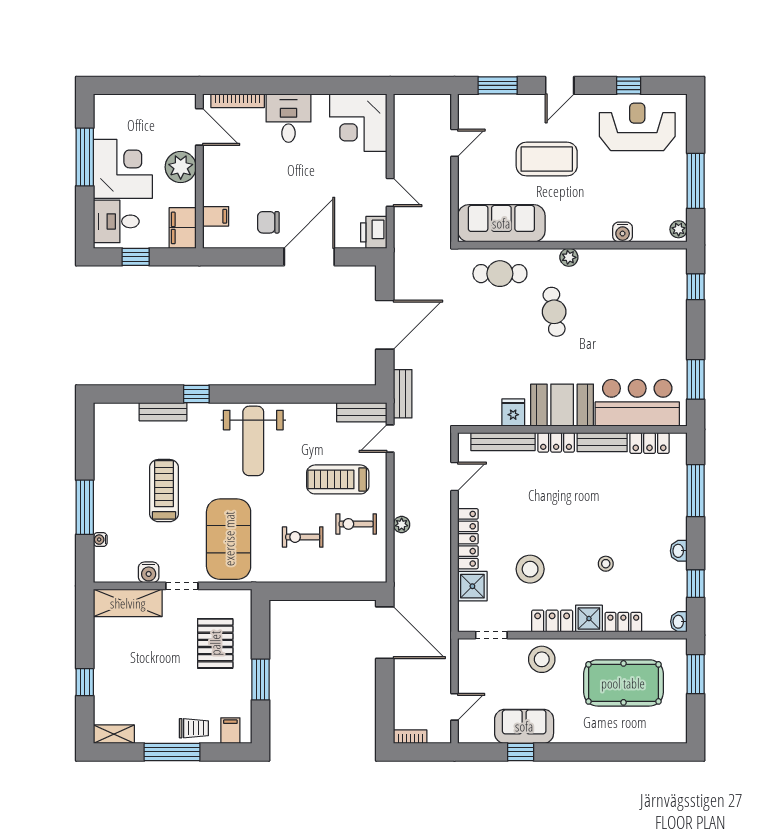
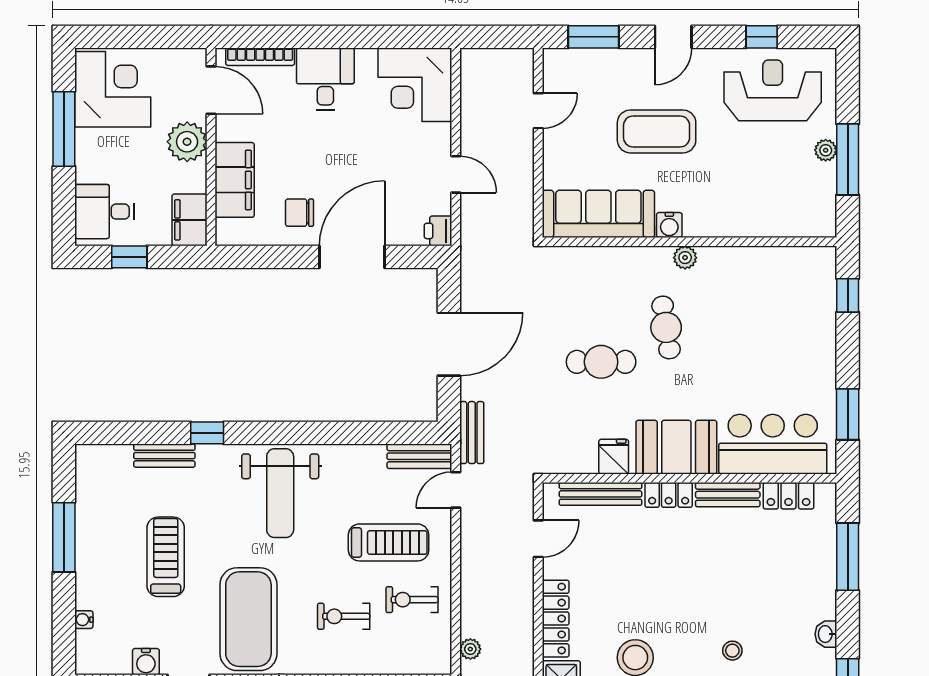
corner desk: (123, 169) -> (113, 89), moved
filing cabinet: (216, 216) -> (235, 180), width x3.00, depth x1.17
plant: (679, 229) -> (826, 150), moved
printer: (374, 232) -> (438, 231), width x0.73, depth x0.81
water cooler: (623, 232) -> (669, 225), moved
cafe table: (500, 274) -> (601, 362), moved
treadmill: (338, 479) -> (389, 542), turned 180
window: (85, 507) -> (64, 537), moved
plant: (402, 524) -> (470, 649), moved

